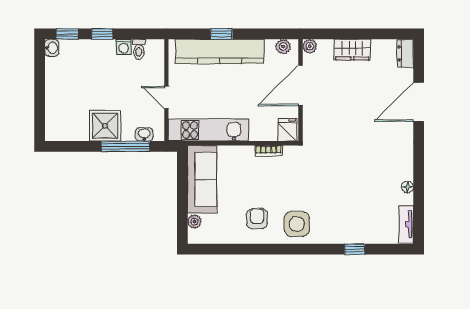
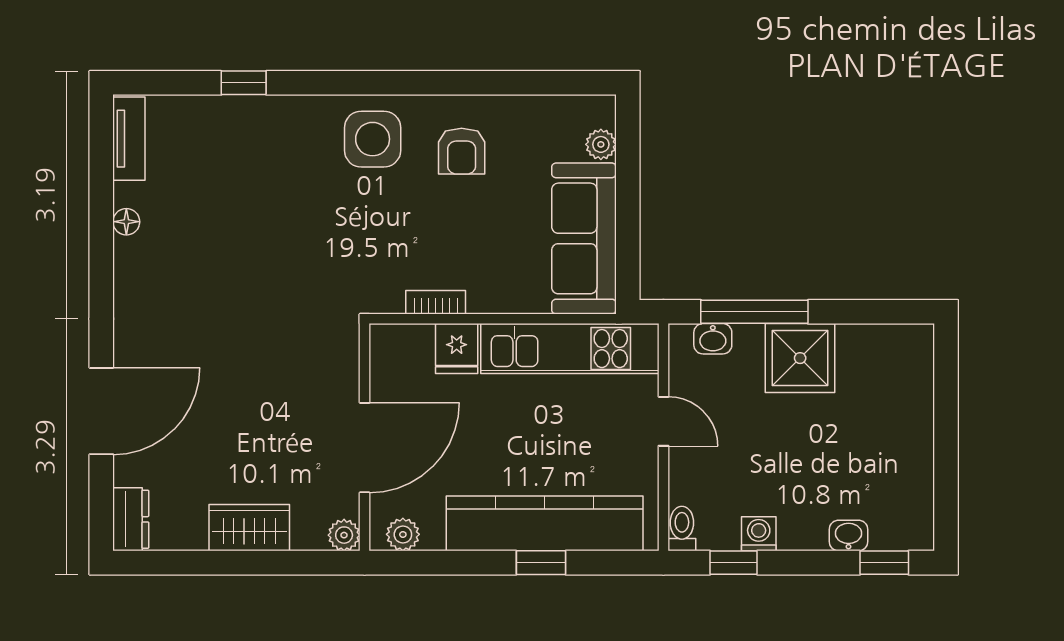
window: (102, 34) -> (734, 563), moved
washbasin: (52, 48) -> (848, 536), moved, turned 90
toilet: (139, 49) -> (682, 529), moved
fridge: (287, 130) -> (457, 349), moved

